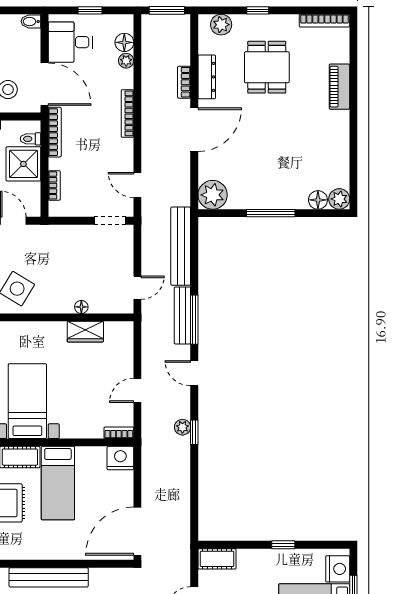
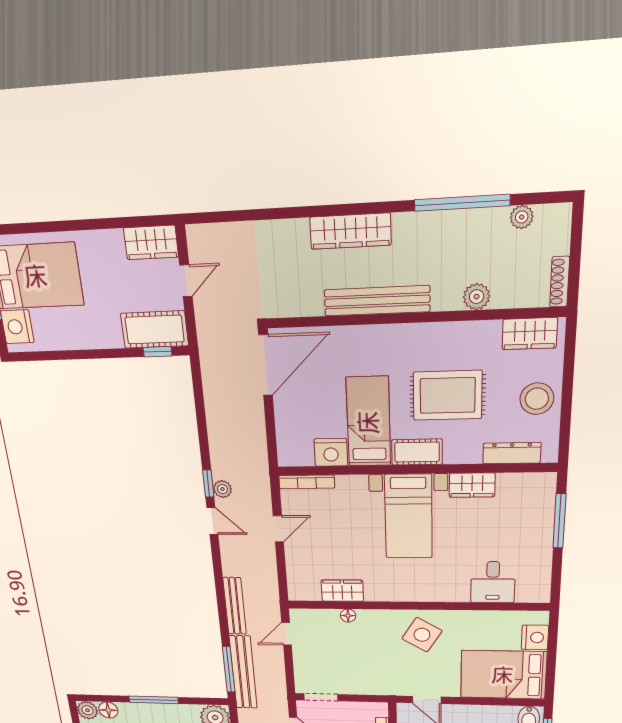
window: (194, 320) -> (229, 669), moved
door: (194, 373) -> (212, 521), moved
bookcase: (119, 433) -> (307, 482), width x1.56
nightstand: (120, 458) -> (331, 452), moved
window: (283, 545) -> (158, 352), moved
cot: (217, 559) -> (155, 330), width x1.37, depth x1.34

